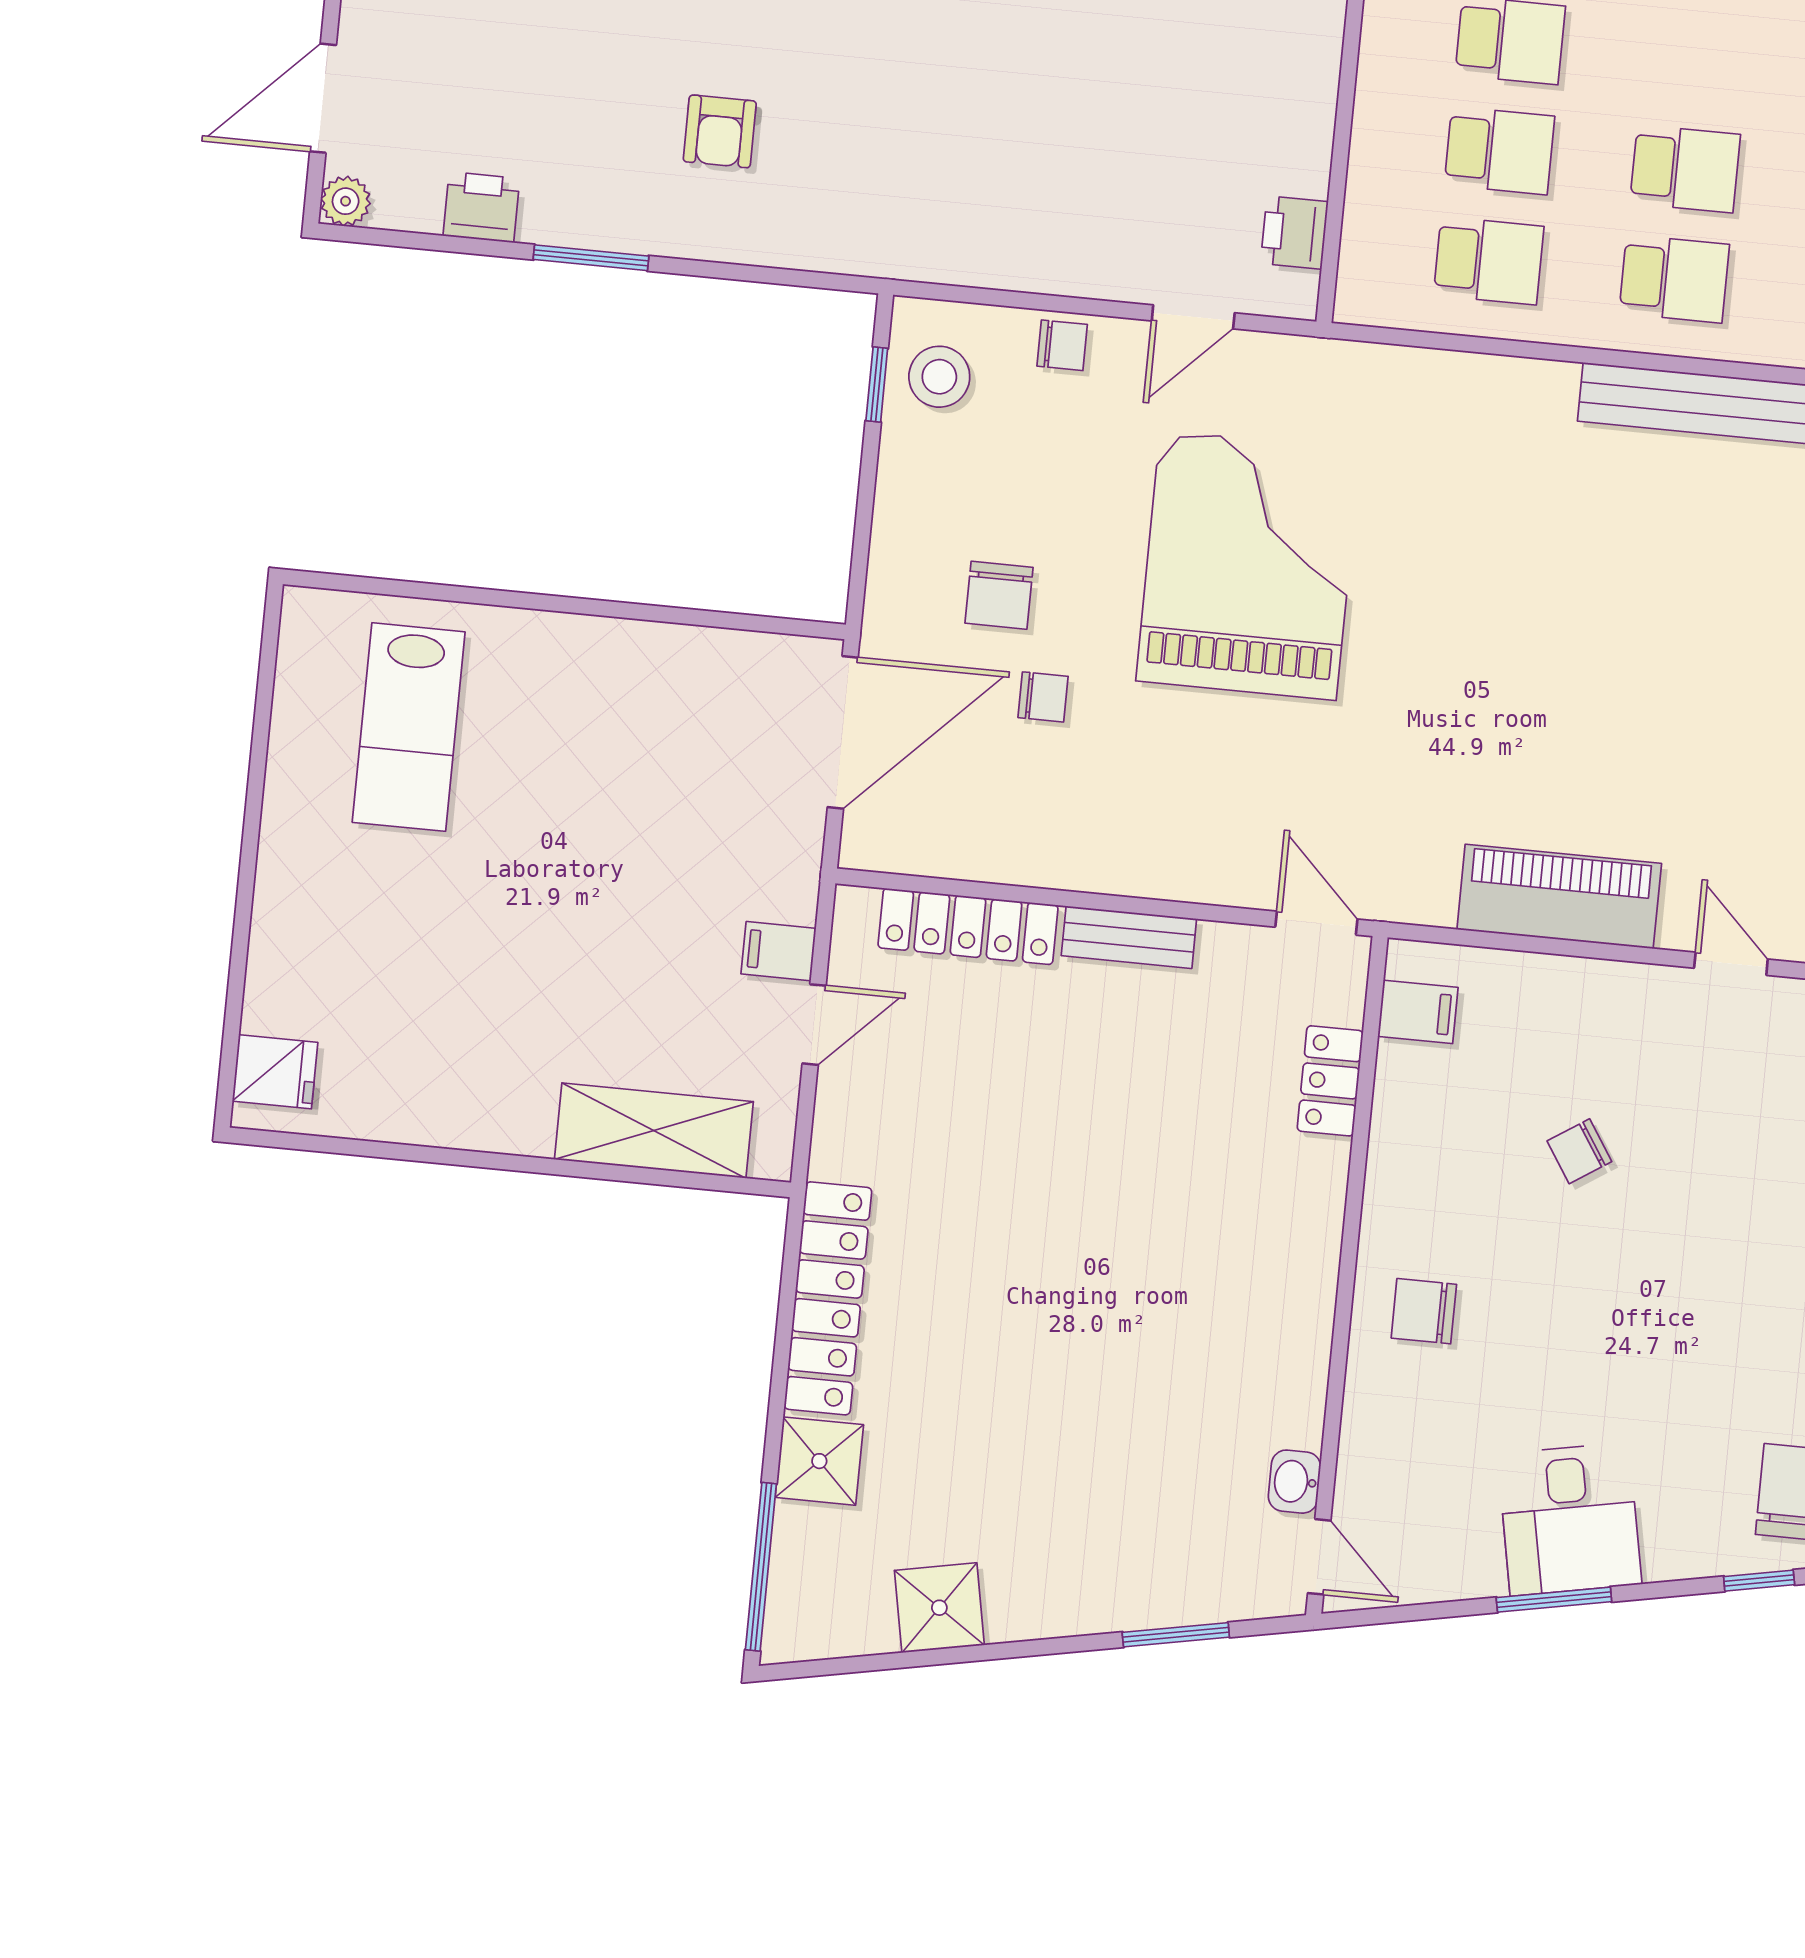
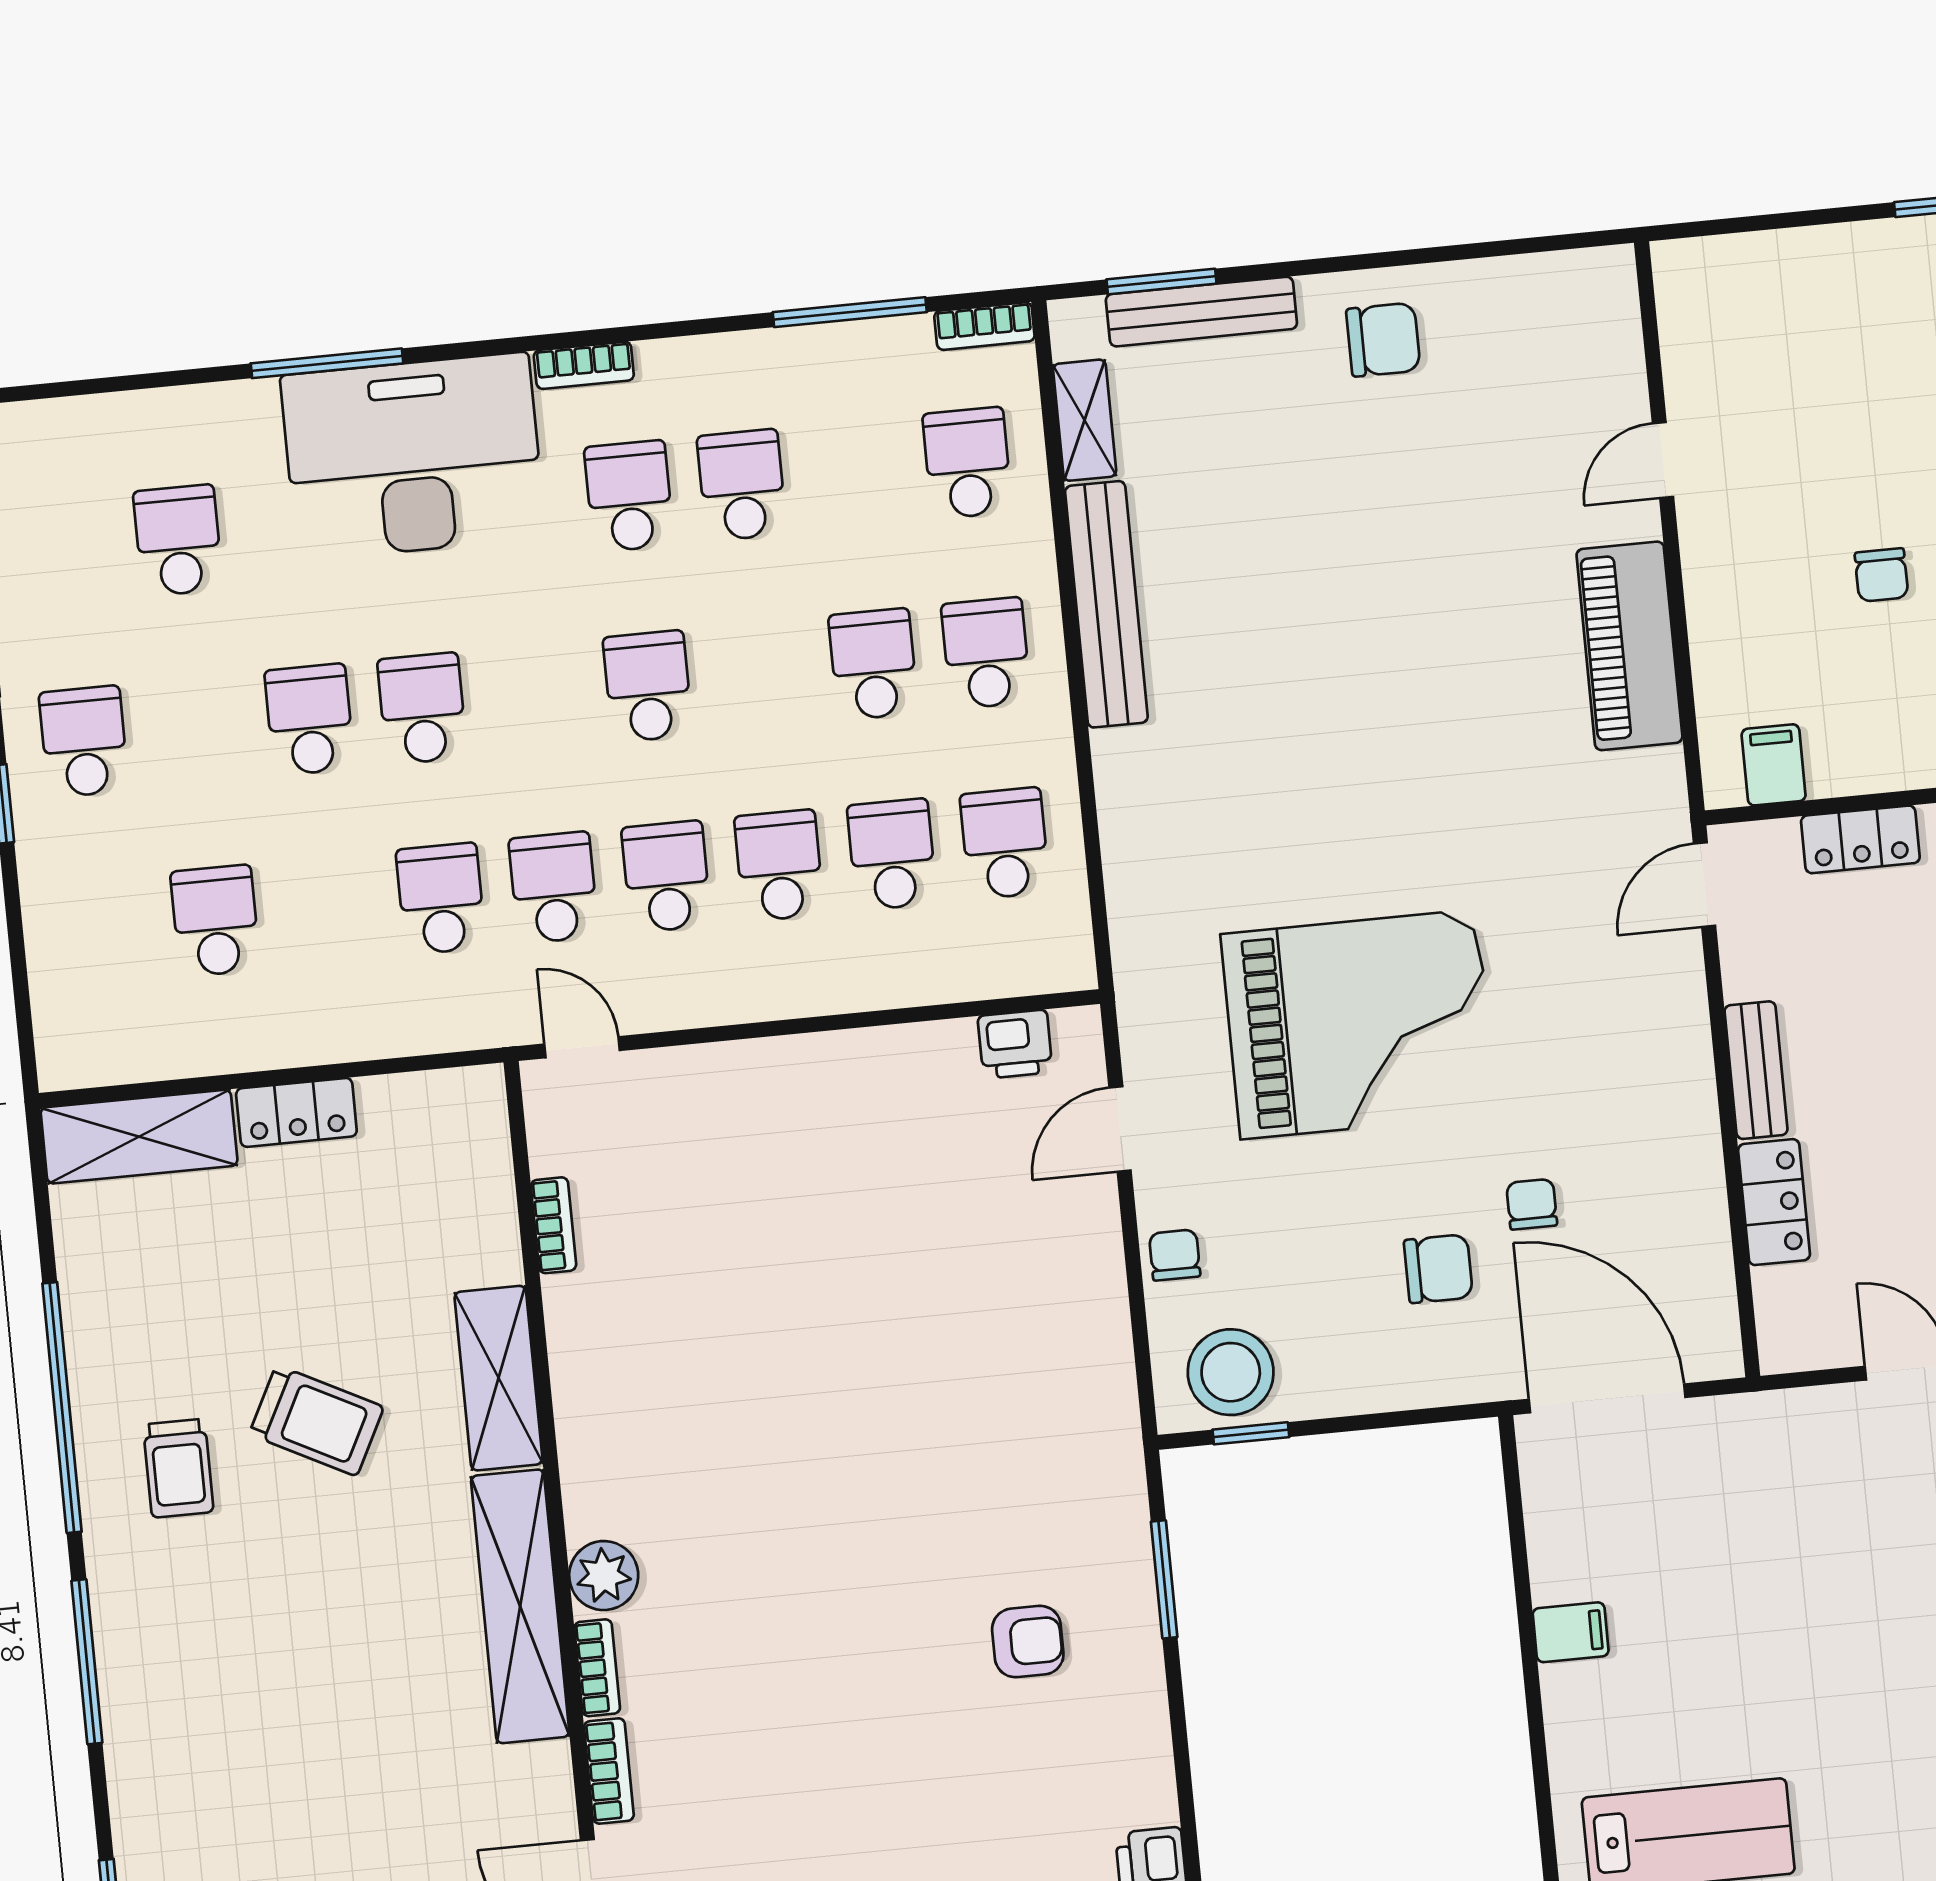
window: (591, 258) -> (1164, 1579), moved
door: (1193, 317) -> (1120, 1129), swing flipped
stool: (939, 377) -> (1231, 1372), width x1.38, depth x1.38
grand piano: (1248, 565) -> (1359, 1024), turned 180
locker: (968, 926) -> (1774, 1202), width x0.66
filing cabinet: (779, 951) -> (1571, 1632), moved, turned -90
chair: (1579, 1151) -> (1881, 575), turned 33

